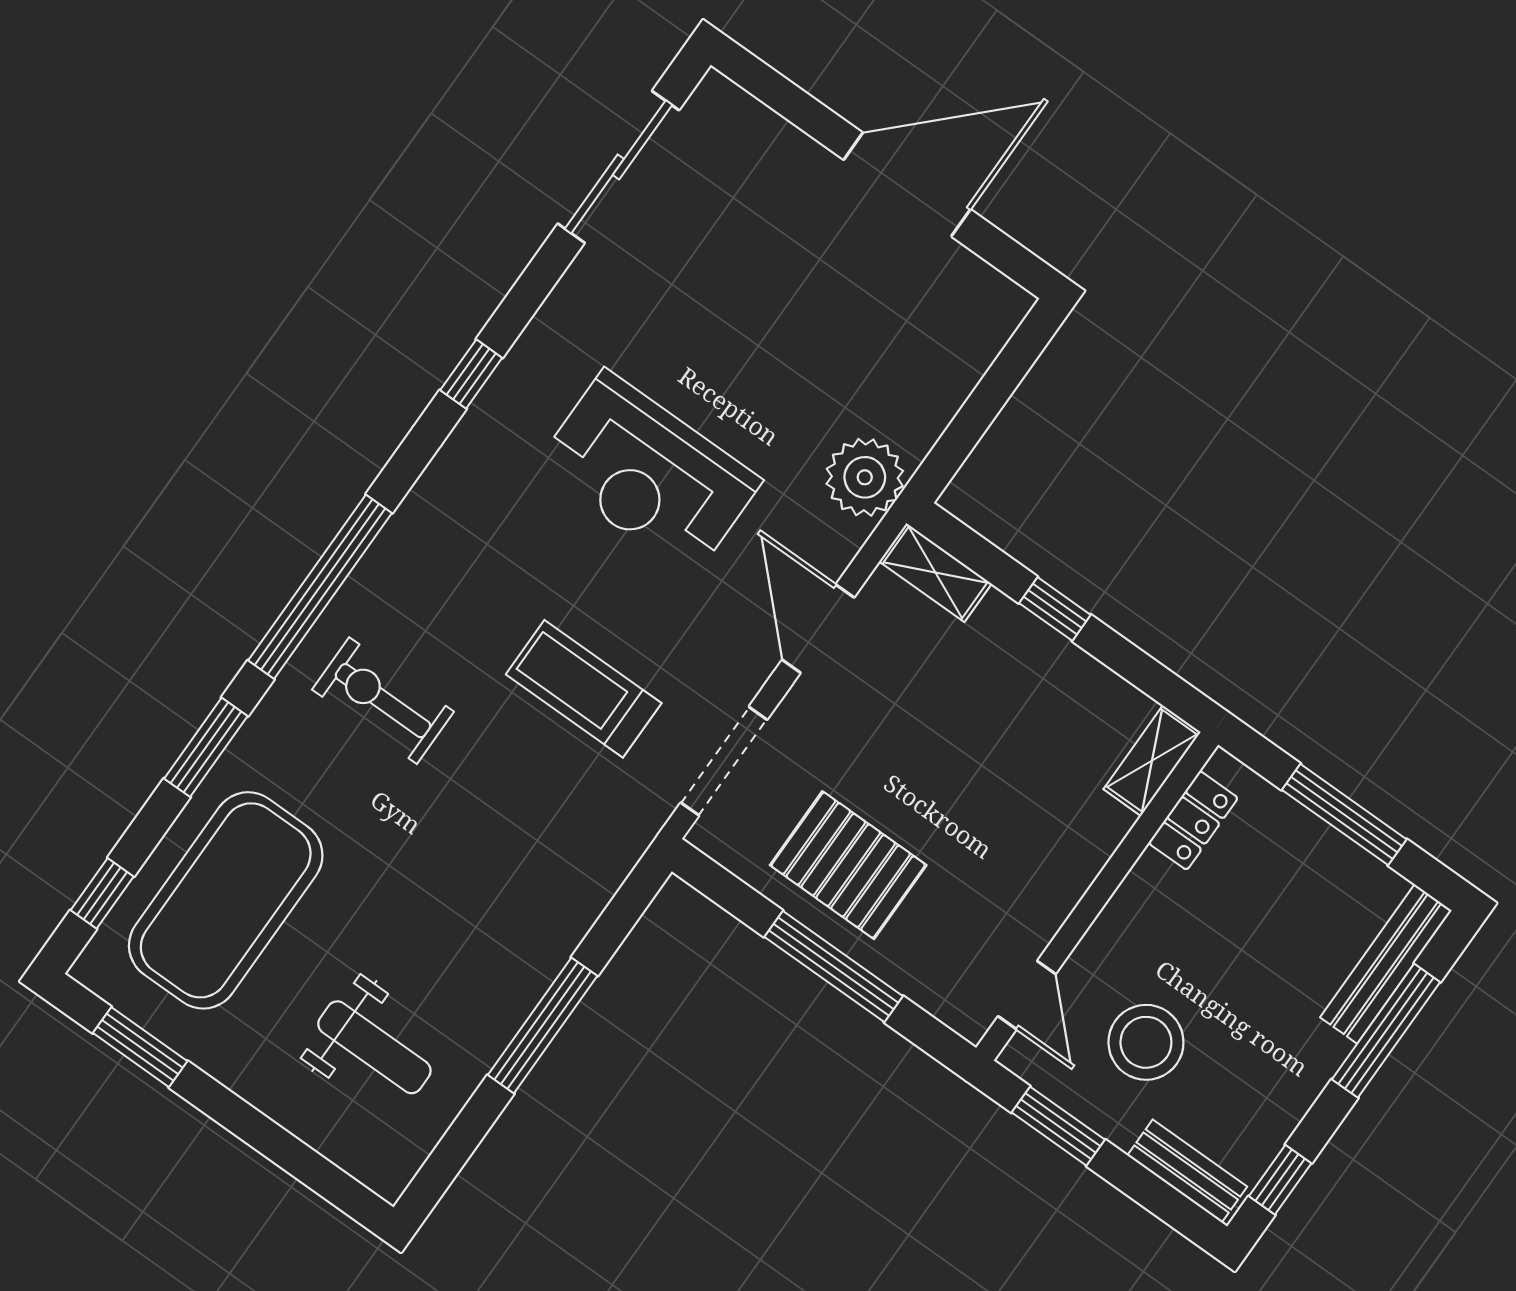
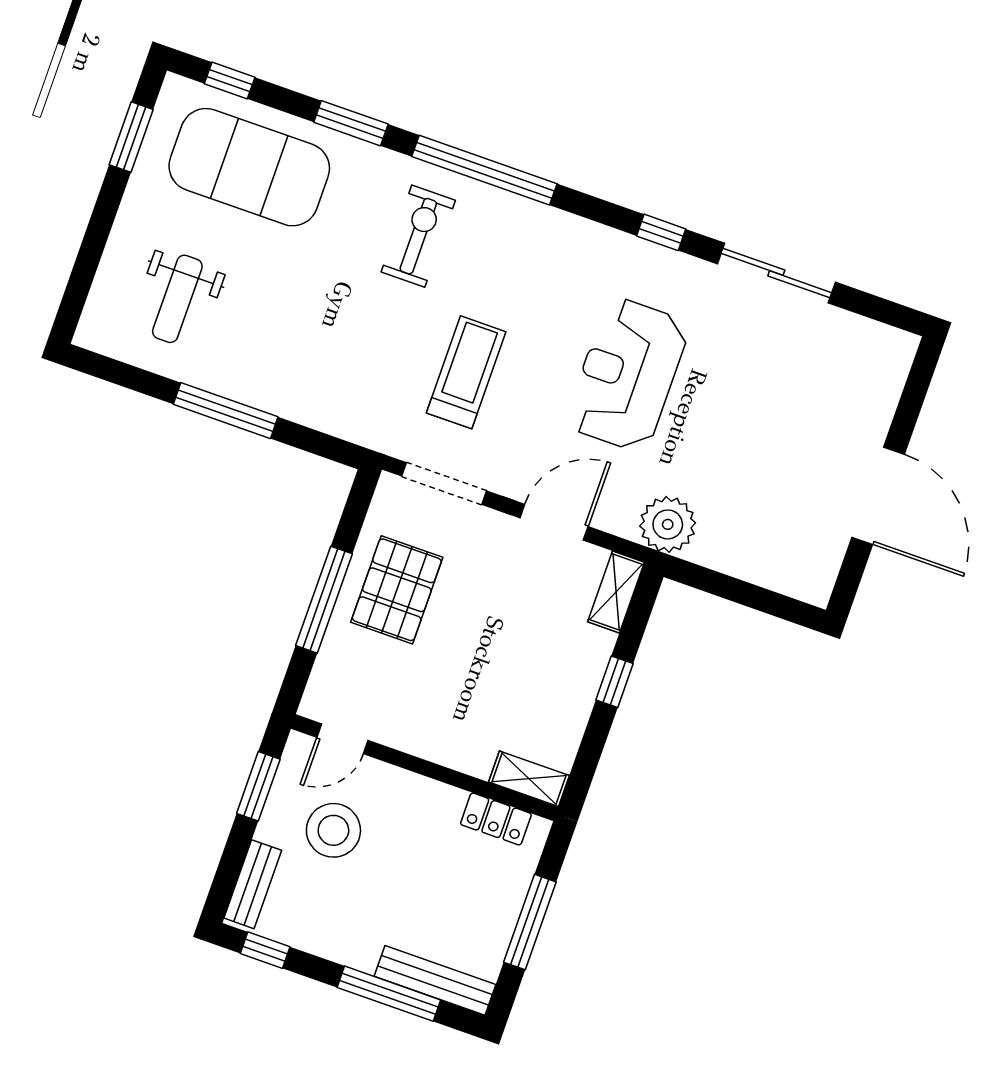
sliding door: (618, 167) -> (776, 273), moved

